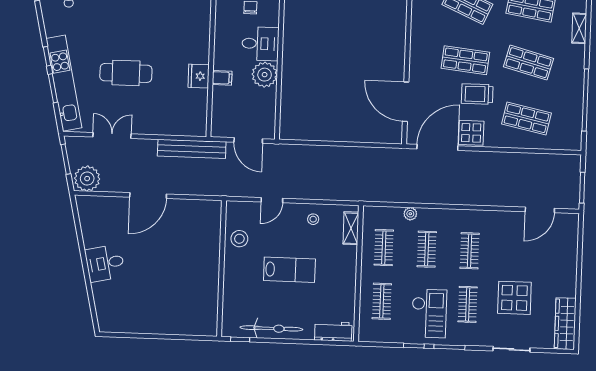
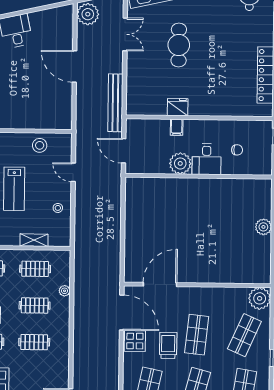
door: (248, 140) -> (124, 151), hinge flipped
shelving: (351, 228) -> (34, 240), moved

